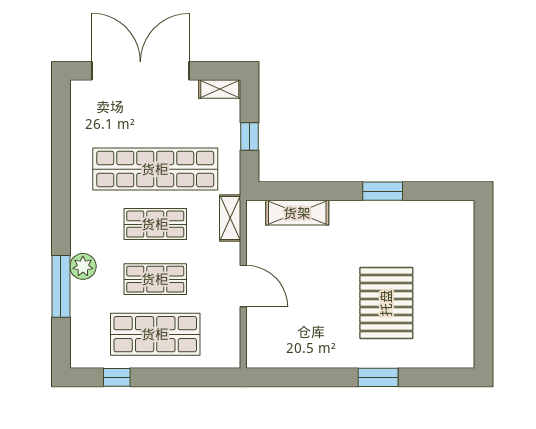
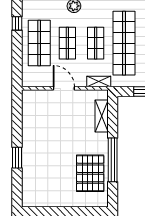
window: (383, 191) -> (113, 160), width x2.11
door: (243, 286) -> (64, 88), swing flipped
pallet: (386, 303) -> (90, 173), moved, turned 90

